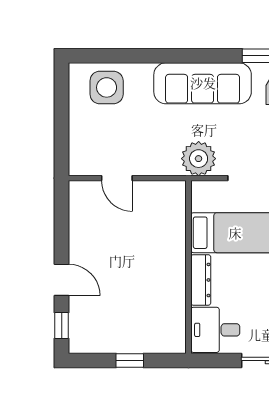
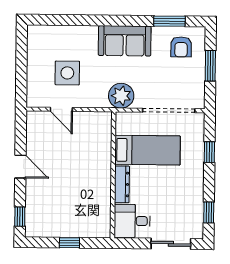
sofa: (203, 83) -> (125, 41), width x0.73
side table: (107, 87) -> (67, 73), moved
door: (62, 280) -> (20, 167), moved

